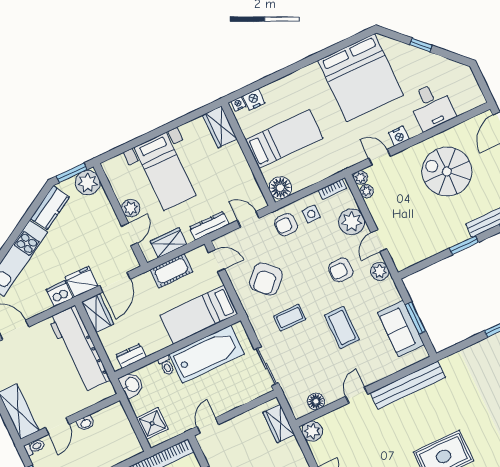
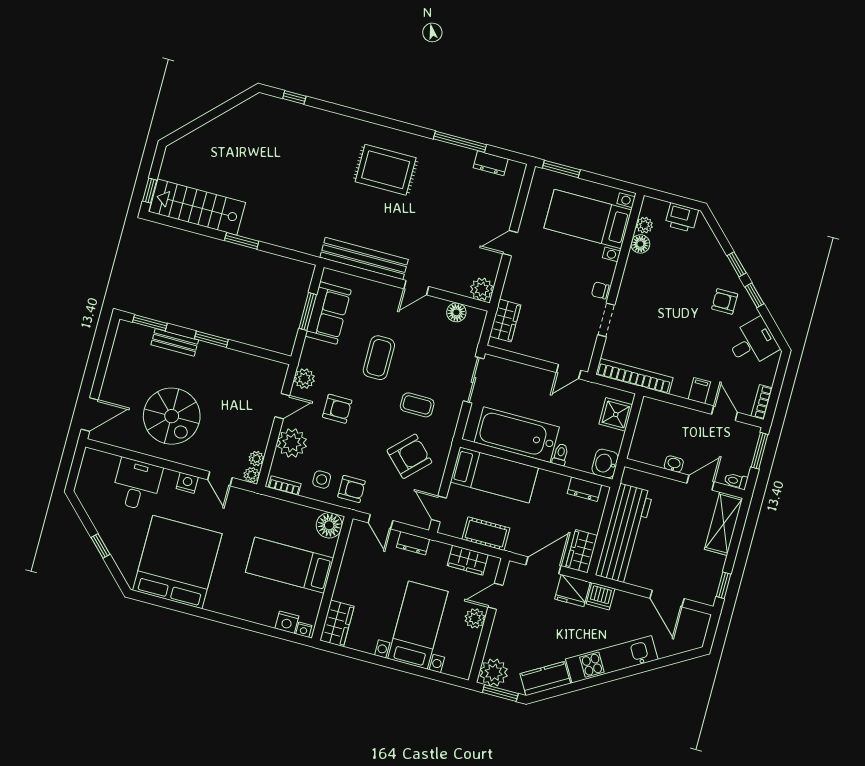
dresser: (209, 226) -> (413, 543), width x0.70

